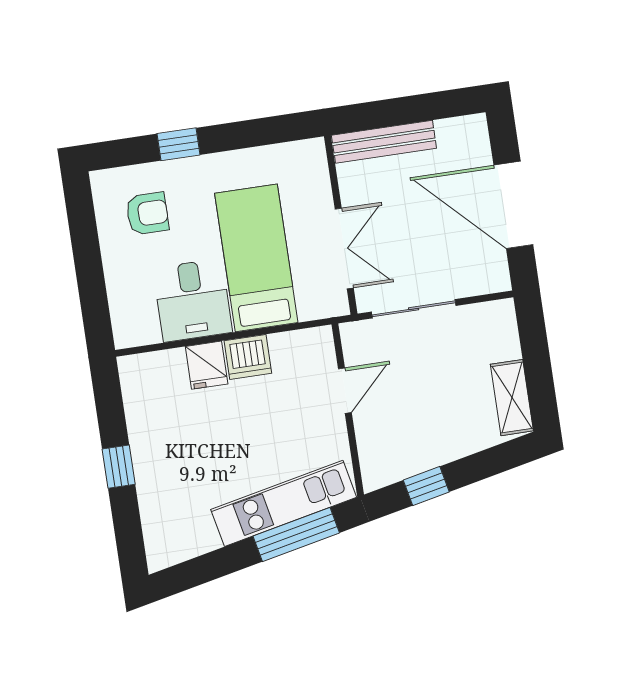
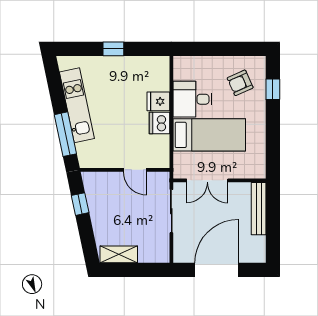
window: (178, 144) -> (273, 89), moved
armchair: (147, 213) -> (240, 83), turned 66
kitchen unit: (284, 503) -> (77, 105), moved

